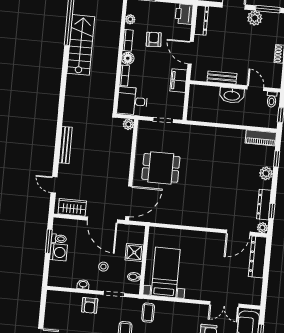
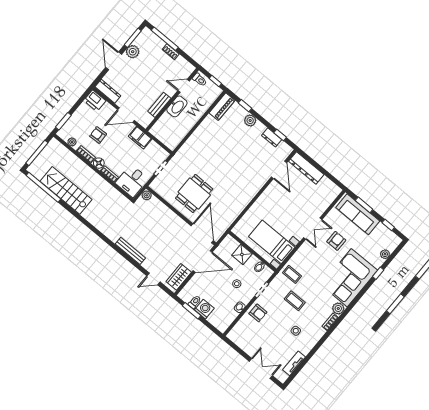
dresser: (264, 205) -> (272, 137), width x0.70
plant: (262, 228) -> (287, 150), removed
double door: (224, 304) -> (313, 229), moved

